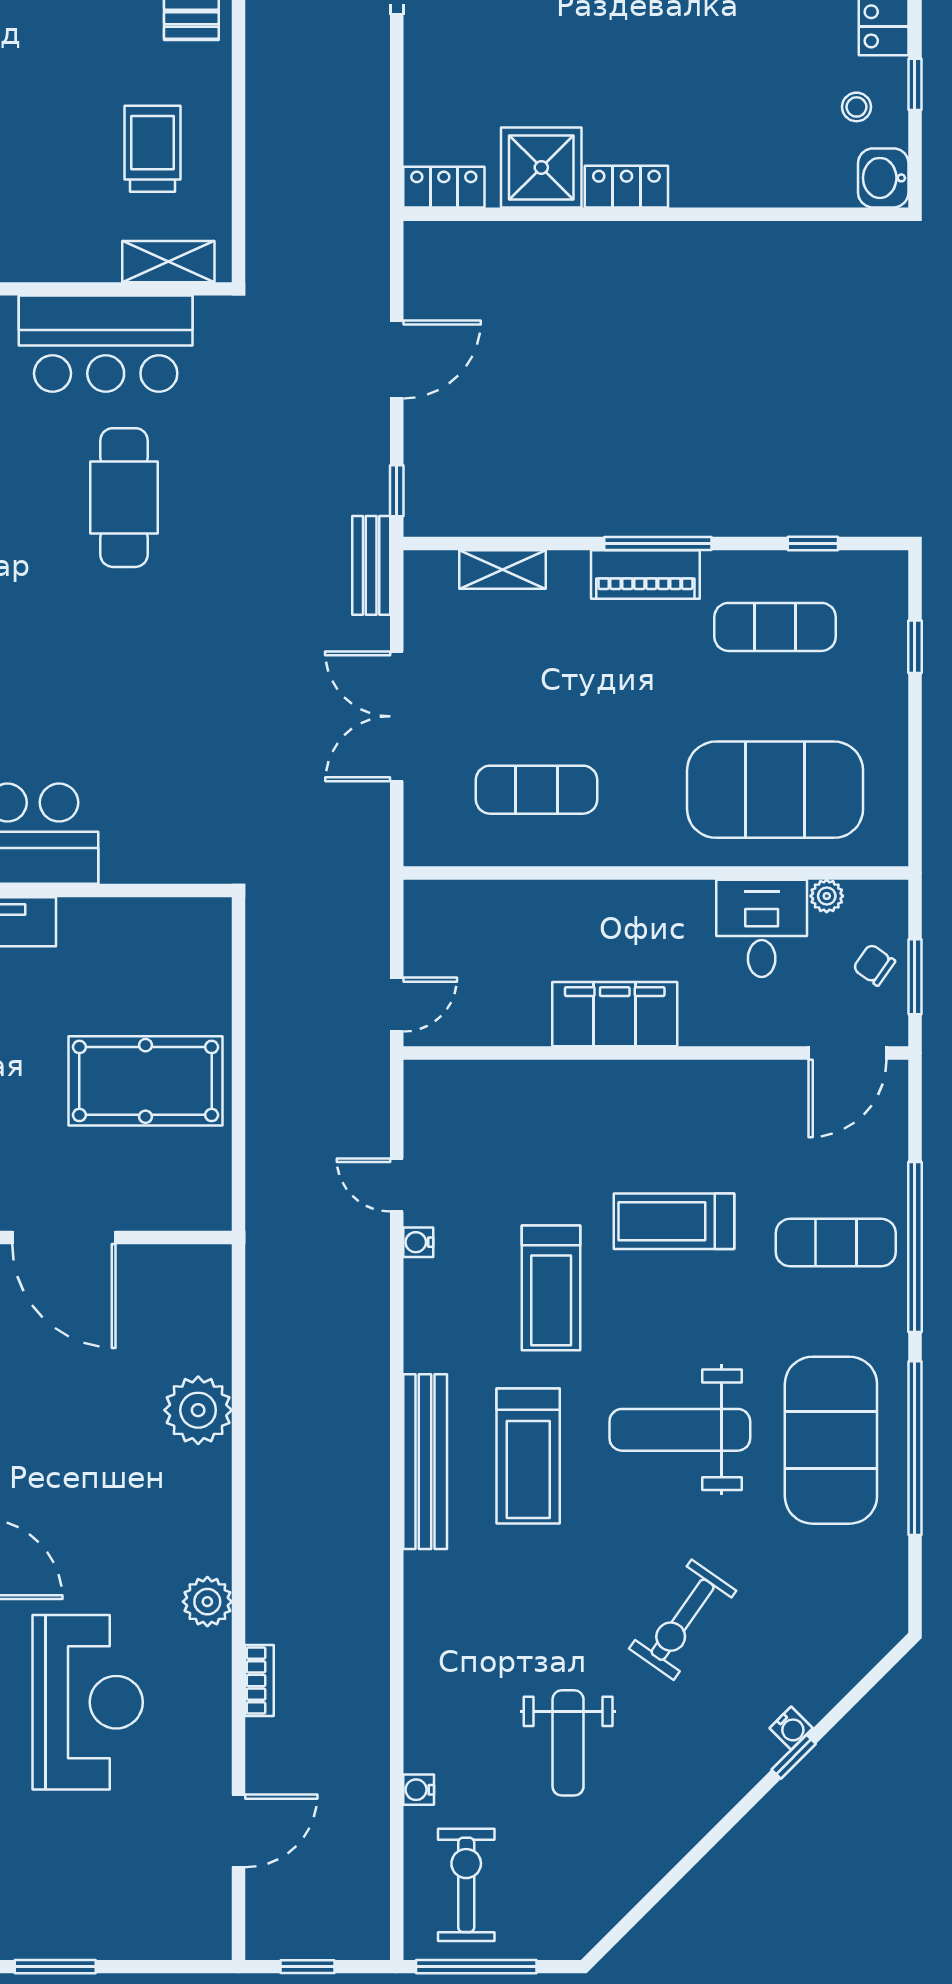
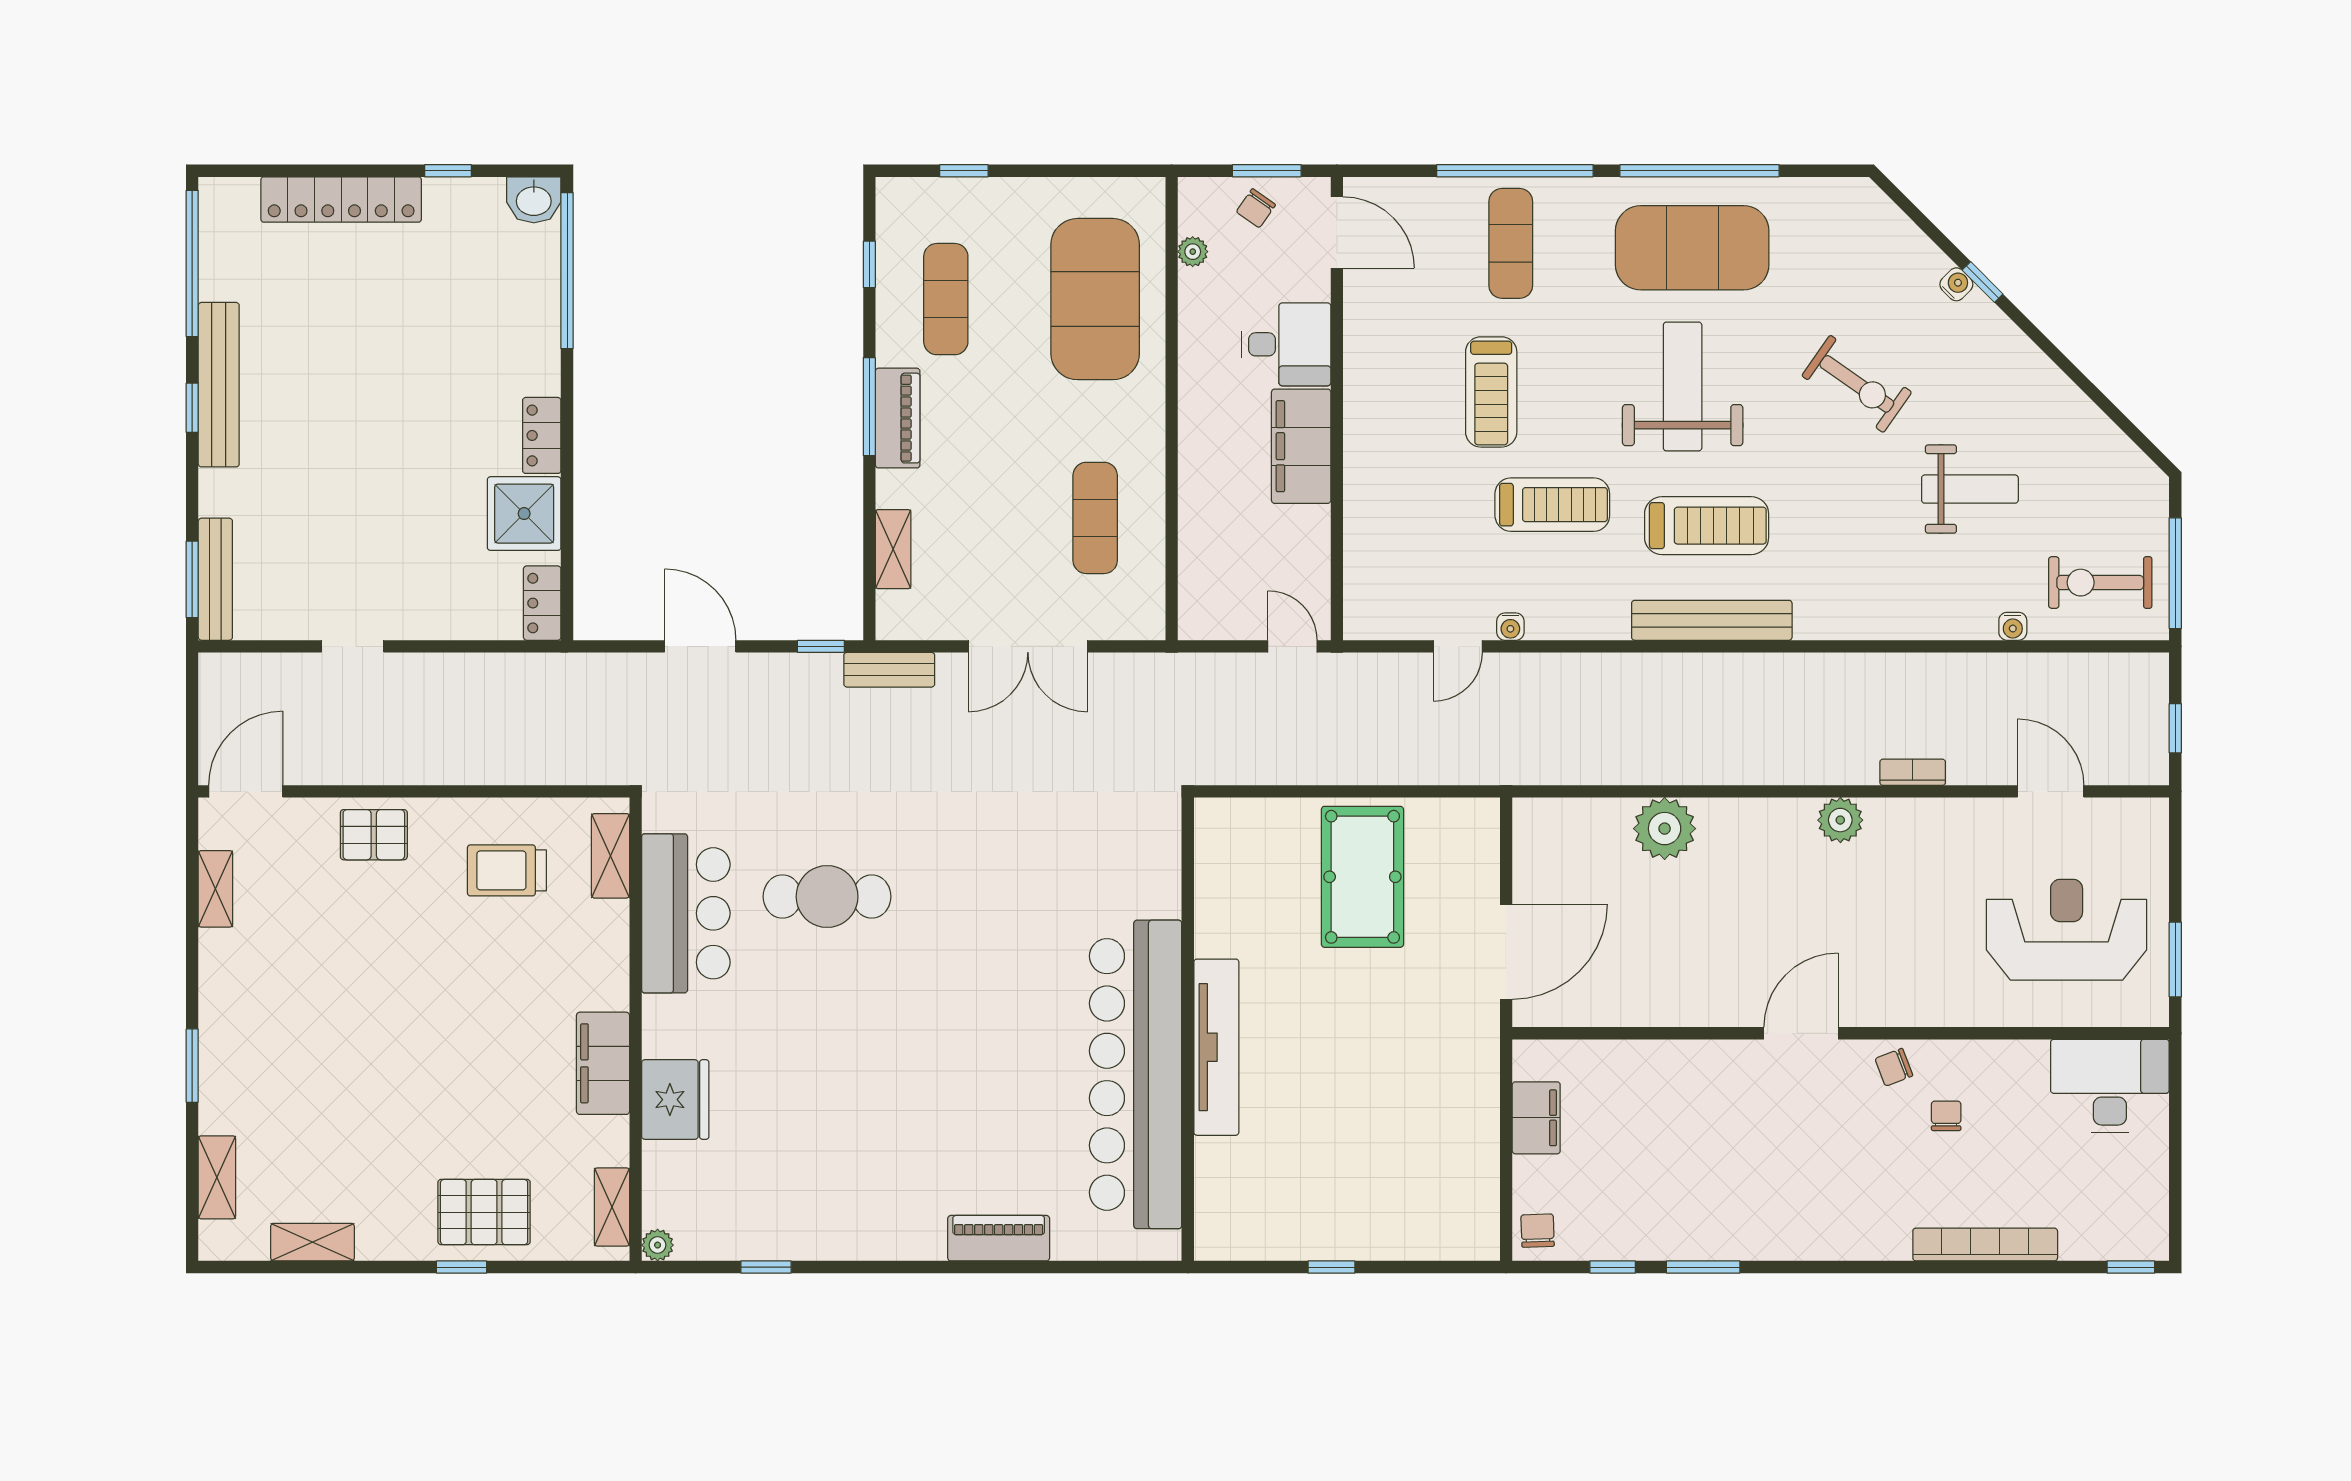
stool: (857, 107) -> (469, 224), removed
window: (806, 214) -> (567, 271), added
desk: (762, 928) -> (1286, 344), moved, turned 180
weight bench: (680, 1430) -> (1683, 386), turned 180
reception desk: (88, 1702) -> (2067, 930), moved

